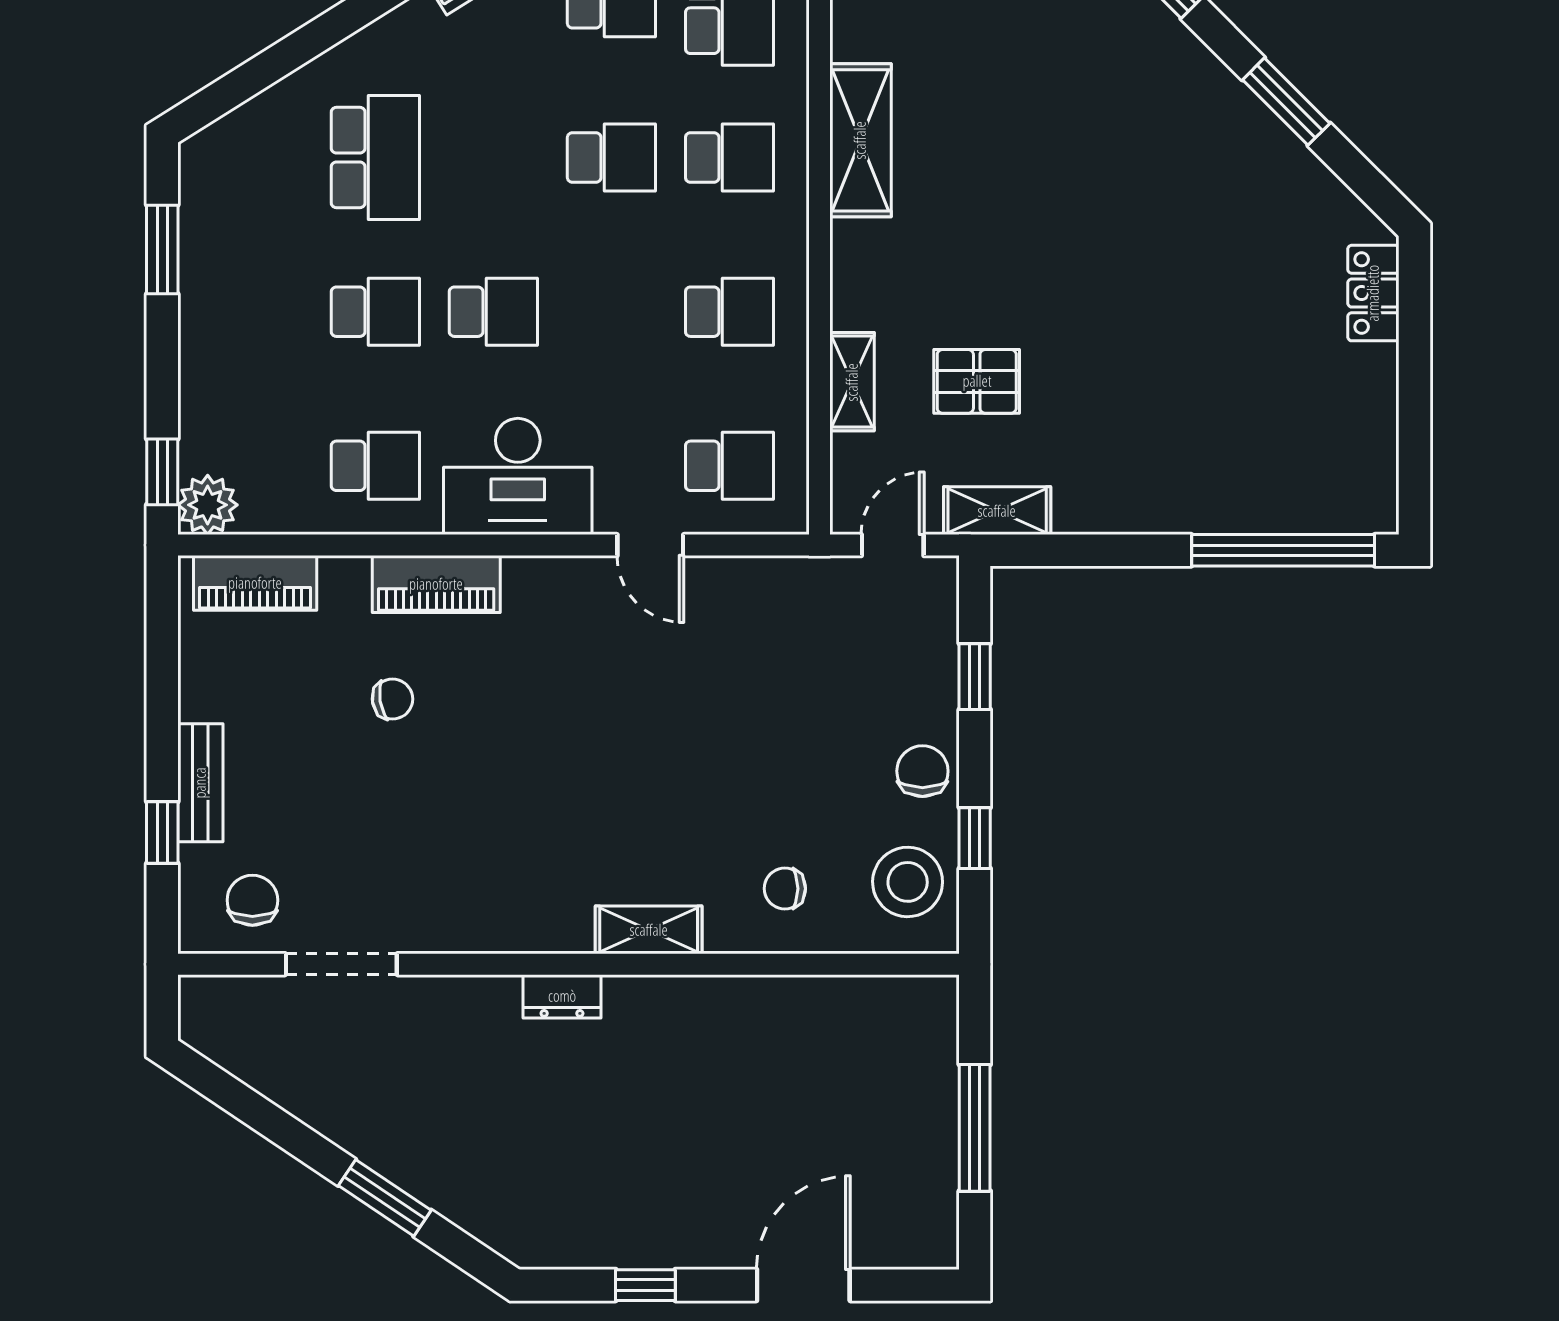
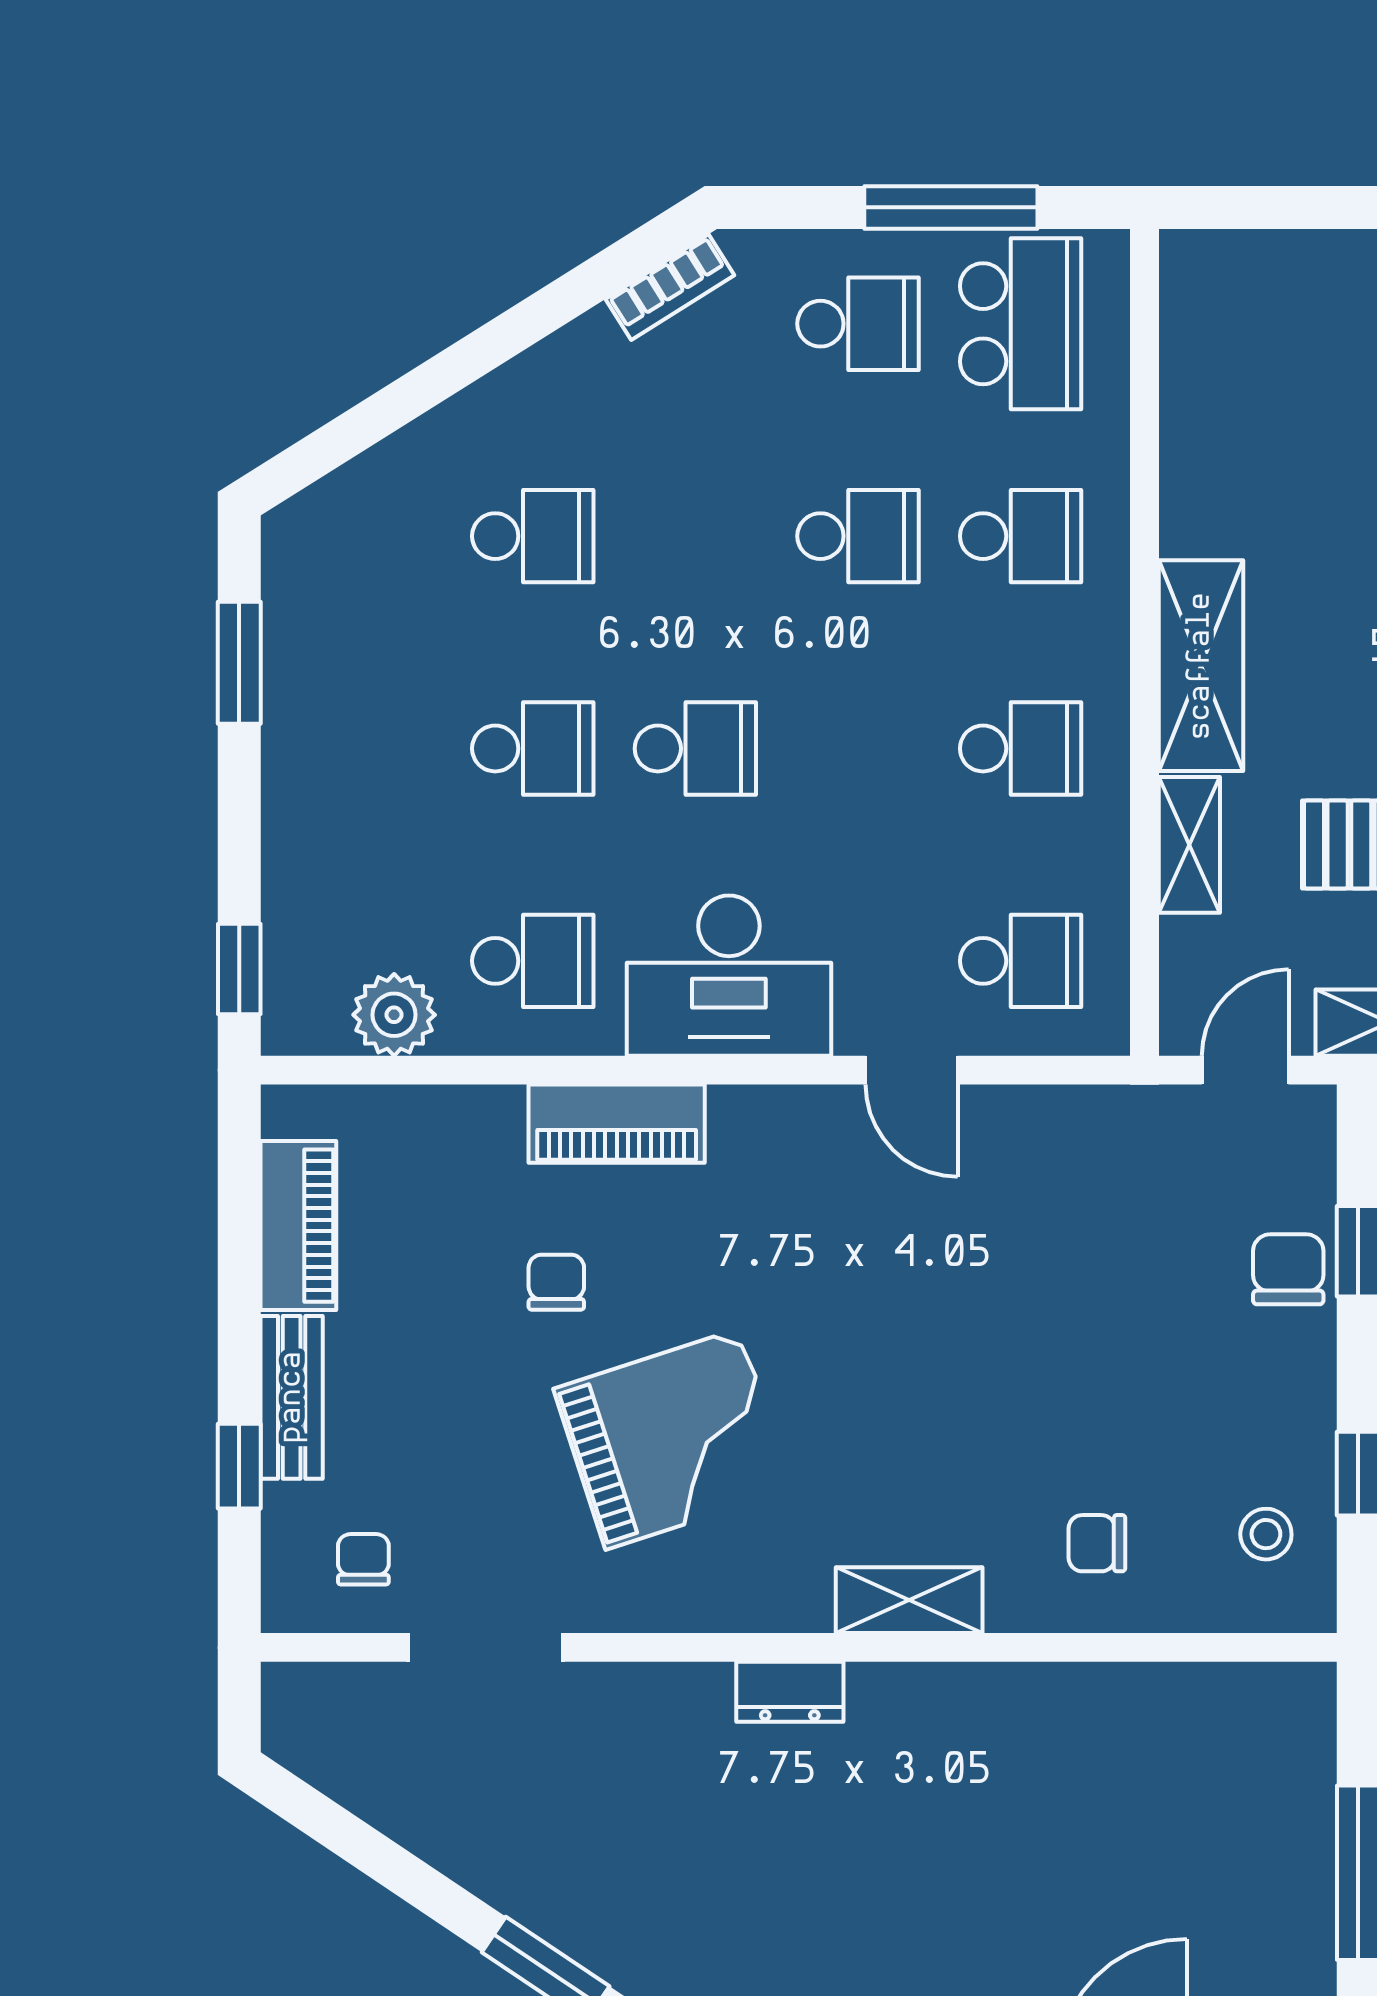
shelving: (860, 140) -> (1201, 666), moved
school desk: (375, 157) -> (533, 536), width x0.54
plant: (208, 505) -> (394, 1015), moved
piano: (255, 583) -> (298, 1226), moved, turned -90
chair: (392, 699) -> (556, 1282), turned -81
chair: (922, 771) -> (1288, 1269), moved
grand piano: (477, 813) -> (673, 1439), added
stool: (908, 882) -> (1266, 1534), width x0.53, depth x0.53
chair: (252, 900) -> (363, 1559), width x0.73, depth x0.73

